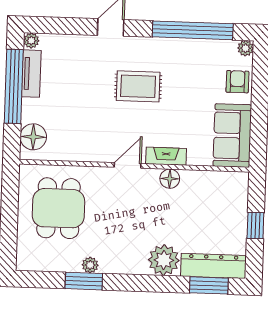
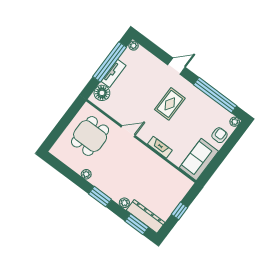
tv unit: (31, 74) -> (114, 73), moved
rug: (138, 86) -> (170, 104), turned 90
door: (128, 165) -> (128, 131), moved
floor lamp: (170, 179) -> (154, 159), removed
plant: (164, 260) -> (124, 203), width x0.53, depth x0.53
window: (84, 281) -> (100, 197), moved

